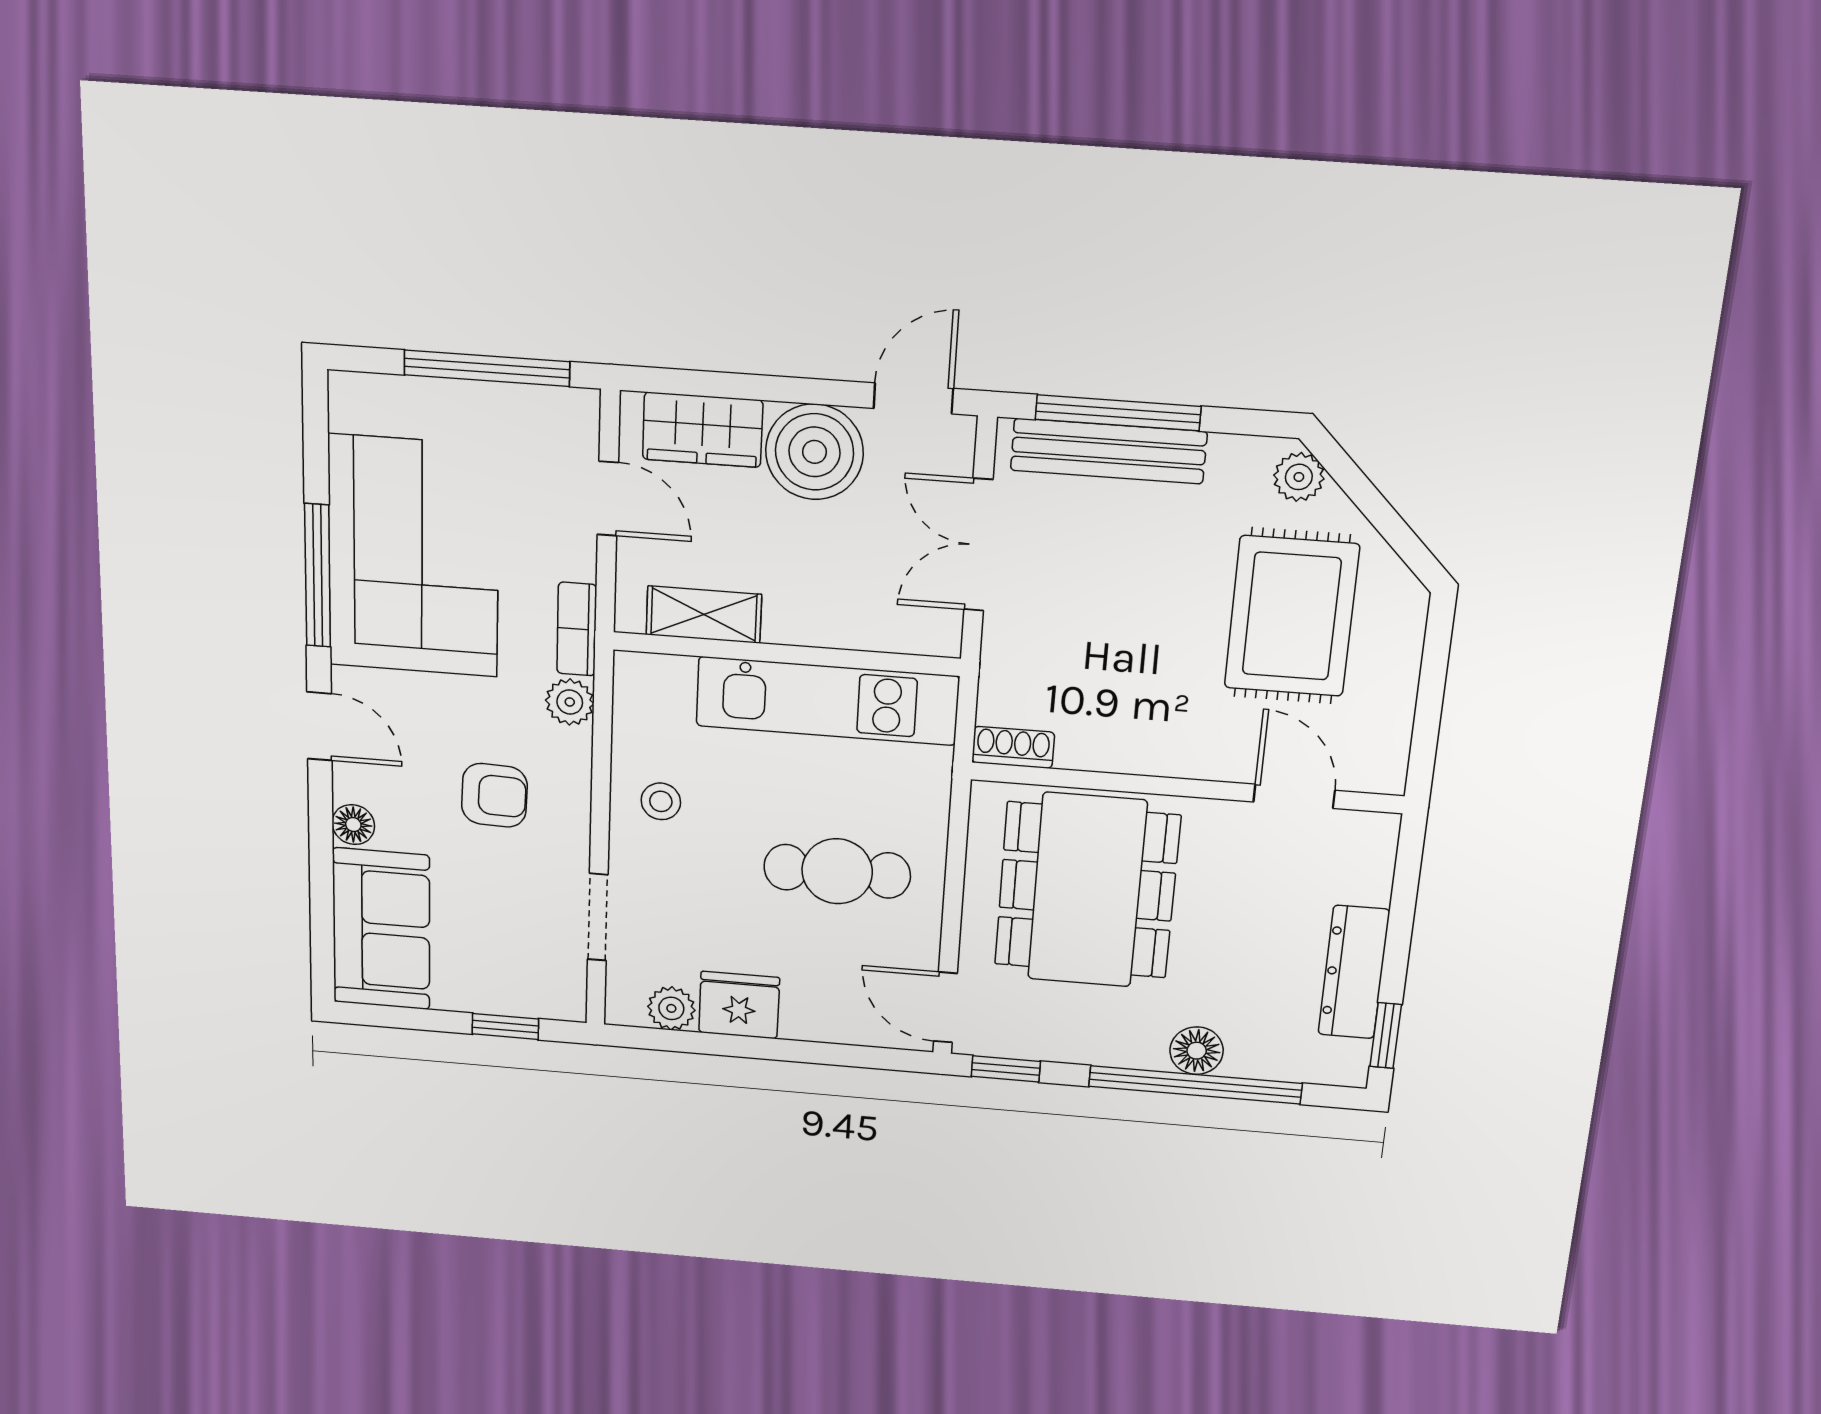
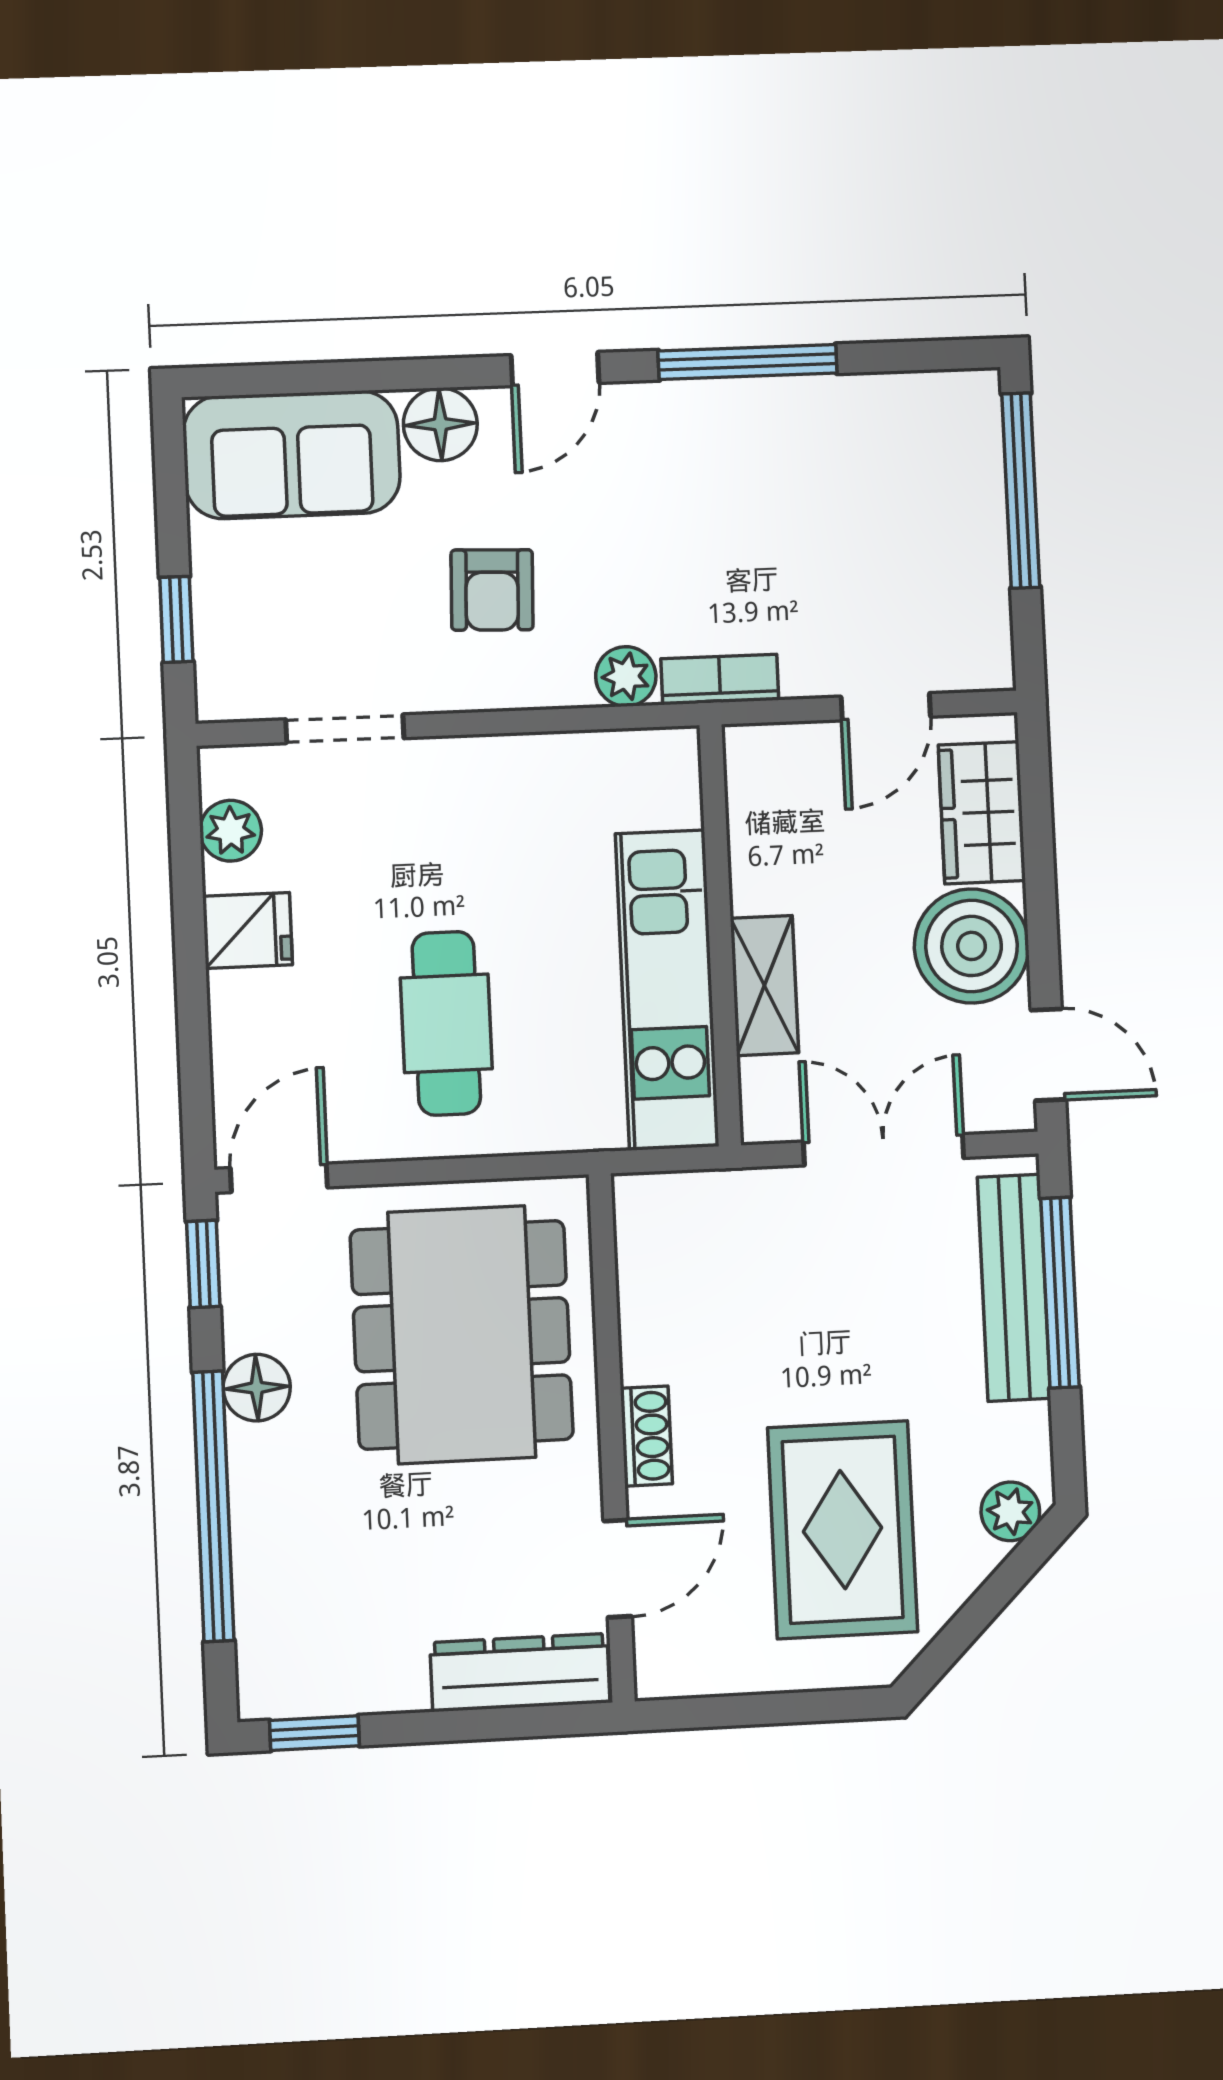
window: (487, 368) -> (1021, 491), moved
corner sofa: (413, 556) -> (786, 477), removed
shelving: (704, 615) -> (764, 985), moved
rug: (1292, 616) -> (843, 1530), turned 90
shoe rack: (1013, 747) -> (646, 1436), moved
stool: (661, 801) -> (511, 797), removed
floor lamp: (353, 825) -> (440, 424), width x1.37, depth x1.37
dining table: (1087, 890) -> (462, 1335), turned 90
dresser: (1354, 972) -> (520, 1673), moved
fridge: (739, 1005) -> (248, 931), width x0.72
floor lamp: (1197, 1051) -> (257, 1388), moved

